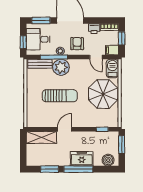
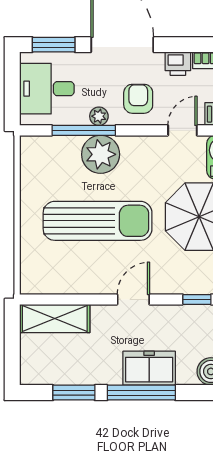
window: (23, 42) -> (12, 96), removed
door: (96, 57) -> (182, 130), swing flipped
bench: (40, 64) -> (51, 146), removed
sun lounger: (60, 96) -> (98, 221), width x1.36, depth x1.34
door: (65, 129) -> (133, 299), moved

